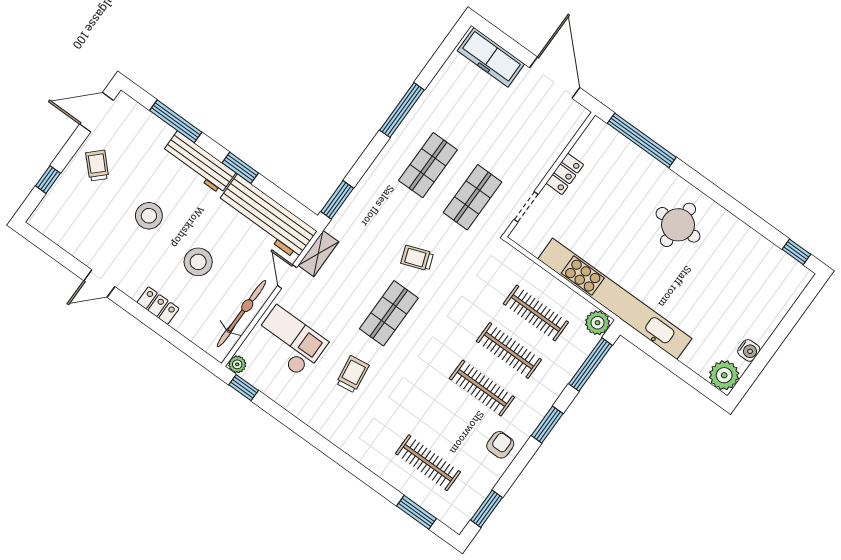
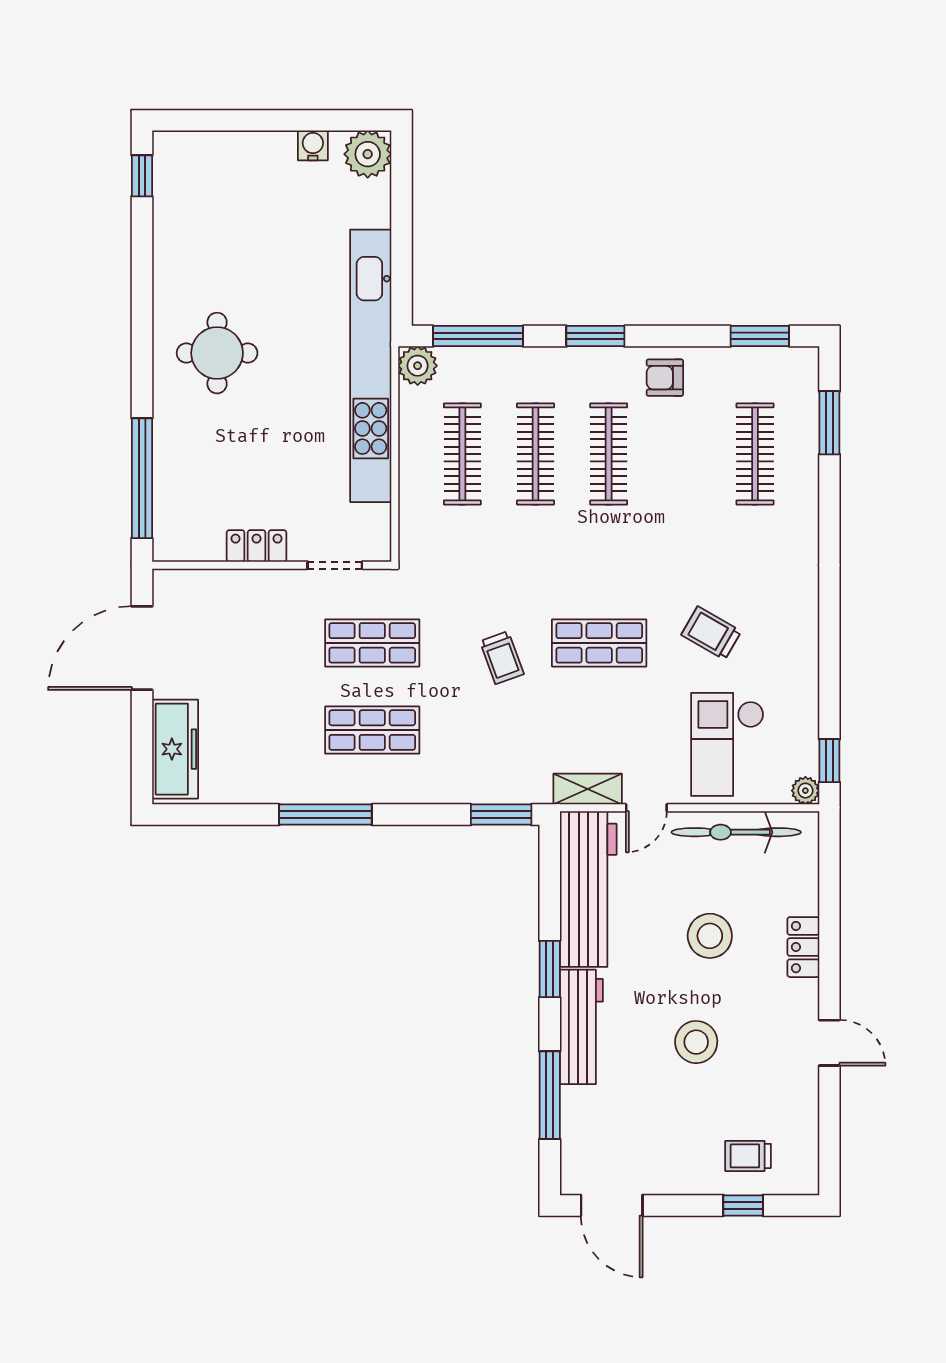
trolley: (97, 166) -> (748, 1156), moved, turned 44
trolley: (352, 374) -> (711, 633), turned 38

